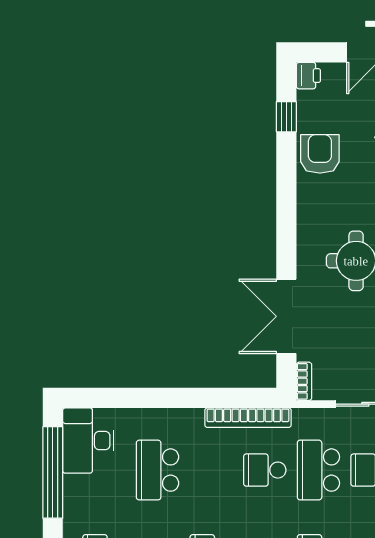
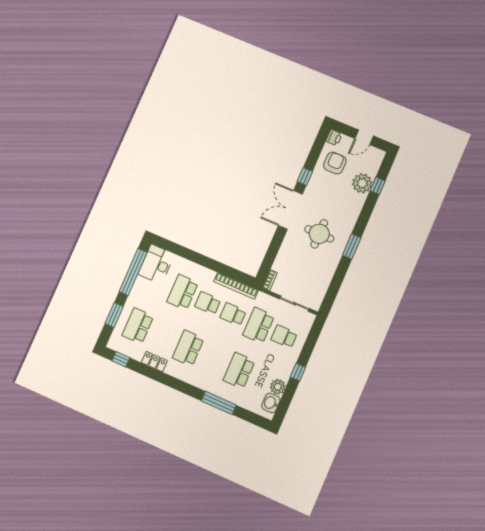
window: (286, 117) -> (305, 177), moved
armchair: (320, 154) -> (335, 163), moved
double door: (286, 316) -> (290, 210), moved
school desk: (211, 470) -> (208, 303), added

